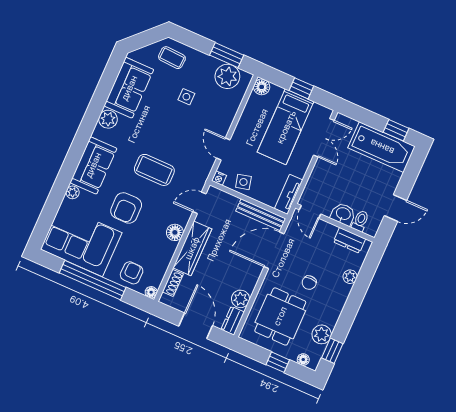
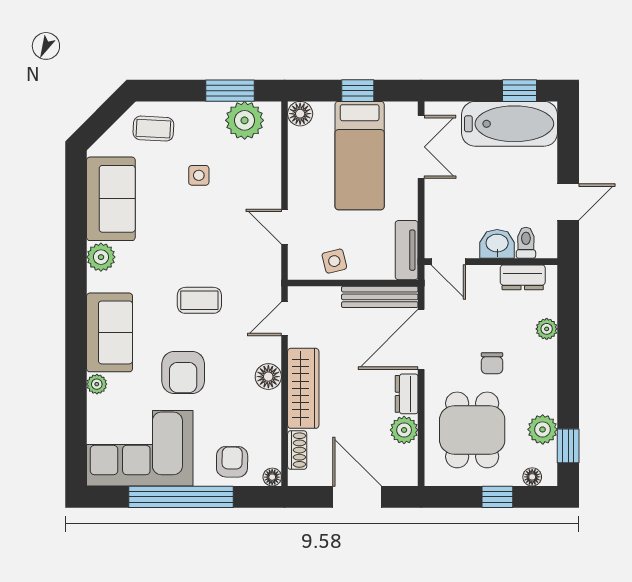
coffee table: (154, 170) -> (199, 300), width x0.73, depth x0.77
nightstand: (219, 178) -> (297, 271), removed
dresser: (233, 321) -> (407, 394), moved

